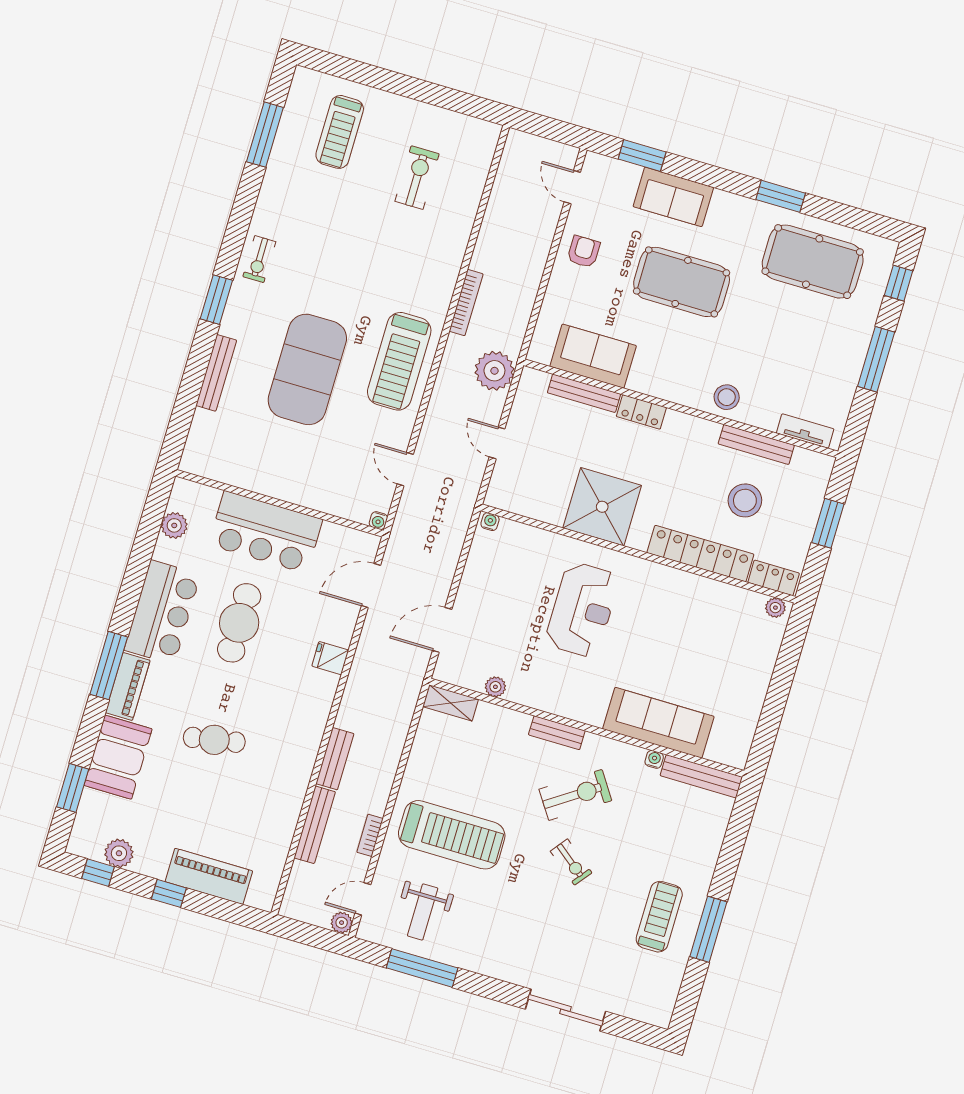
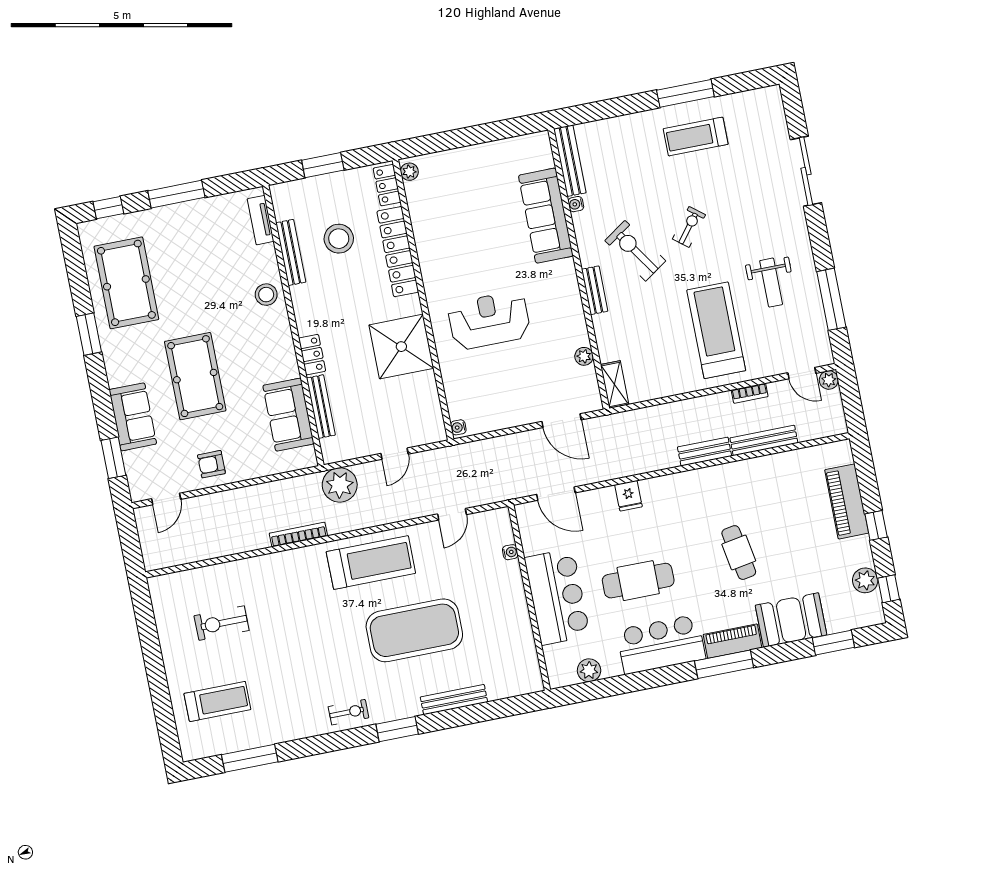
water cooler: (378, 521) -> (510, 552), moved
weight bench: (423, 912) -> (771, 283), moved, turned 90

